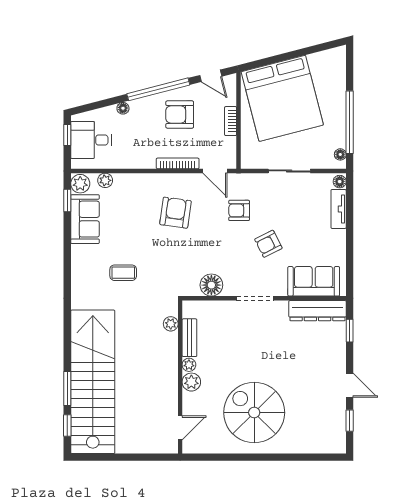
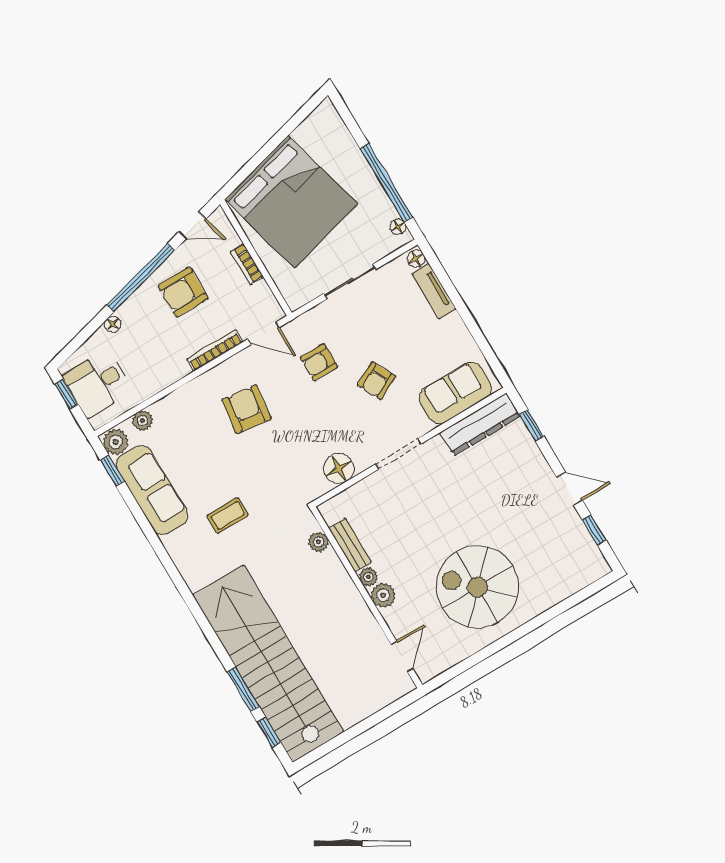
sofa: (85, 219) -> (152, 490), width x1.36

